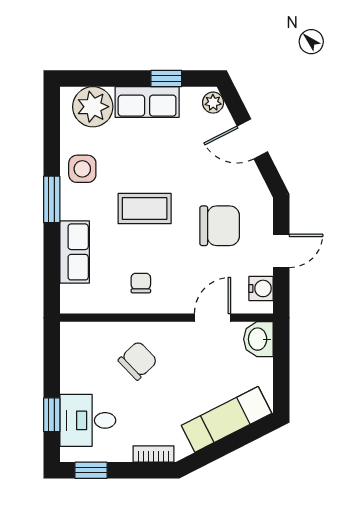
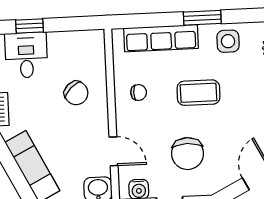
coffee table: (145, 209) -> (198, 93), turned 90
row of seats: (75, 252) -> (161, 38), width x1.48

